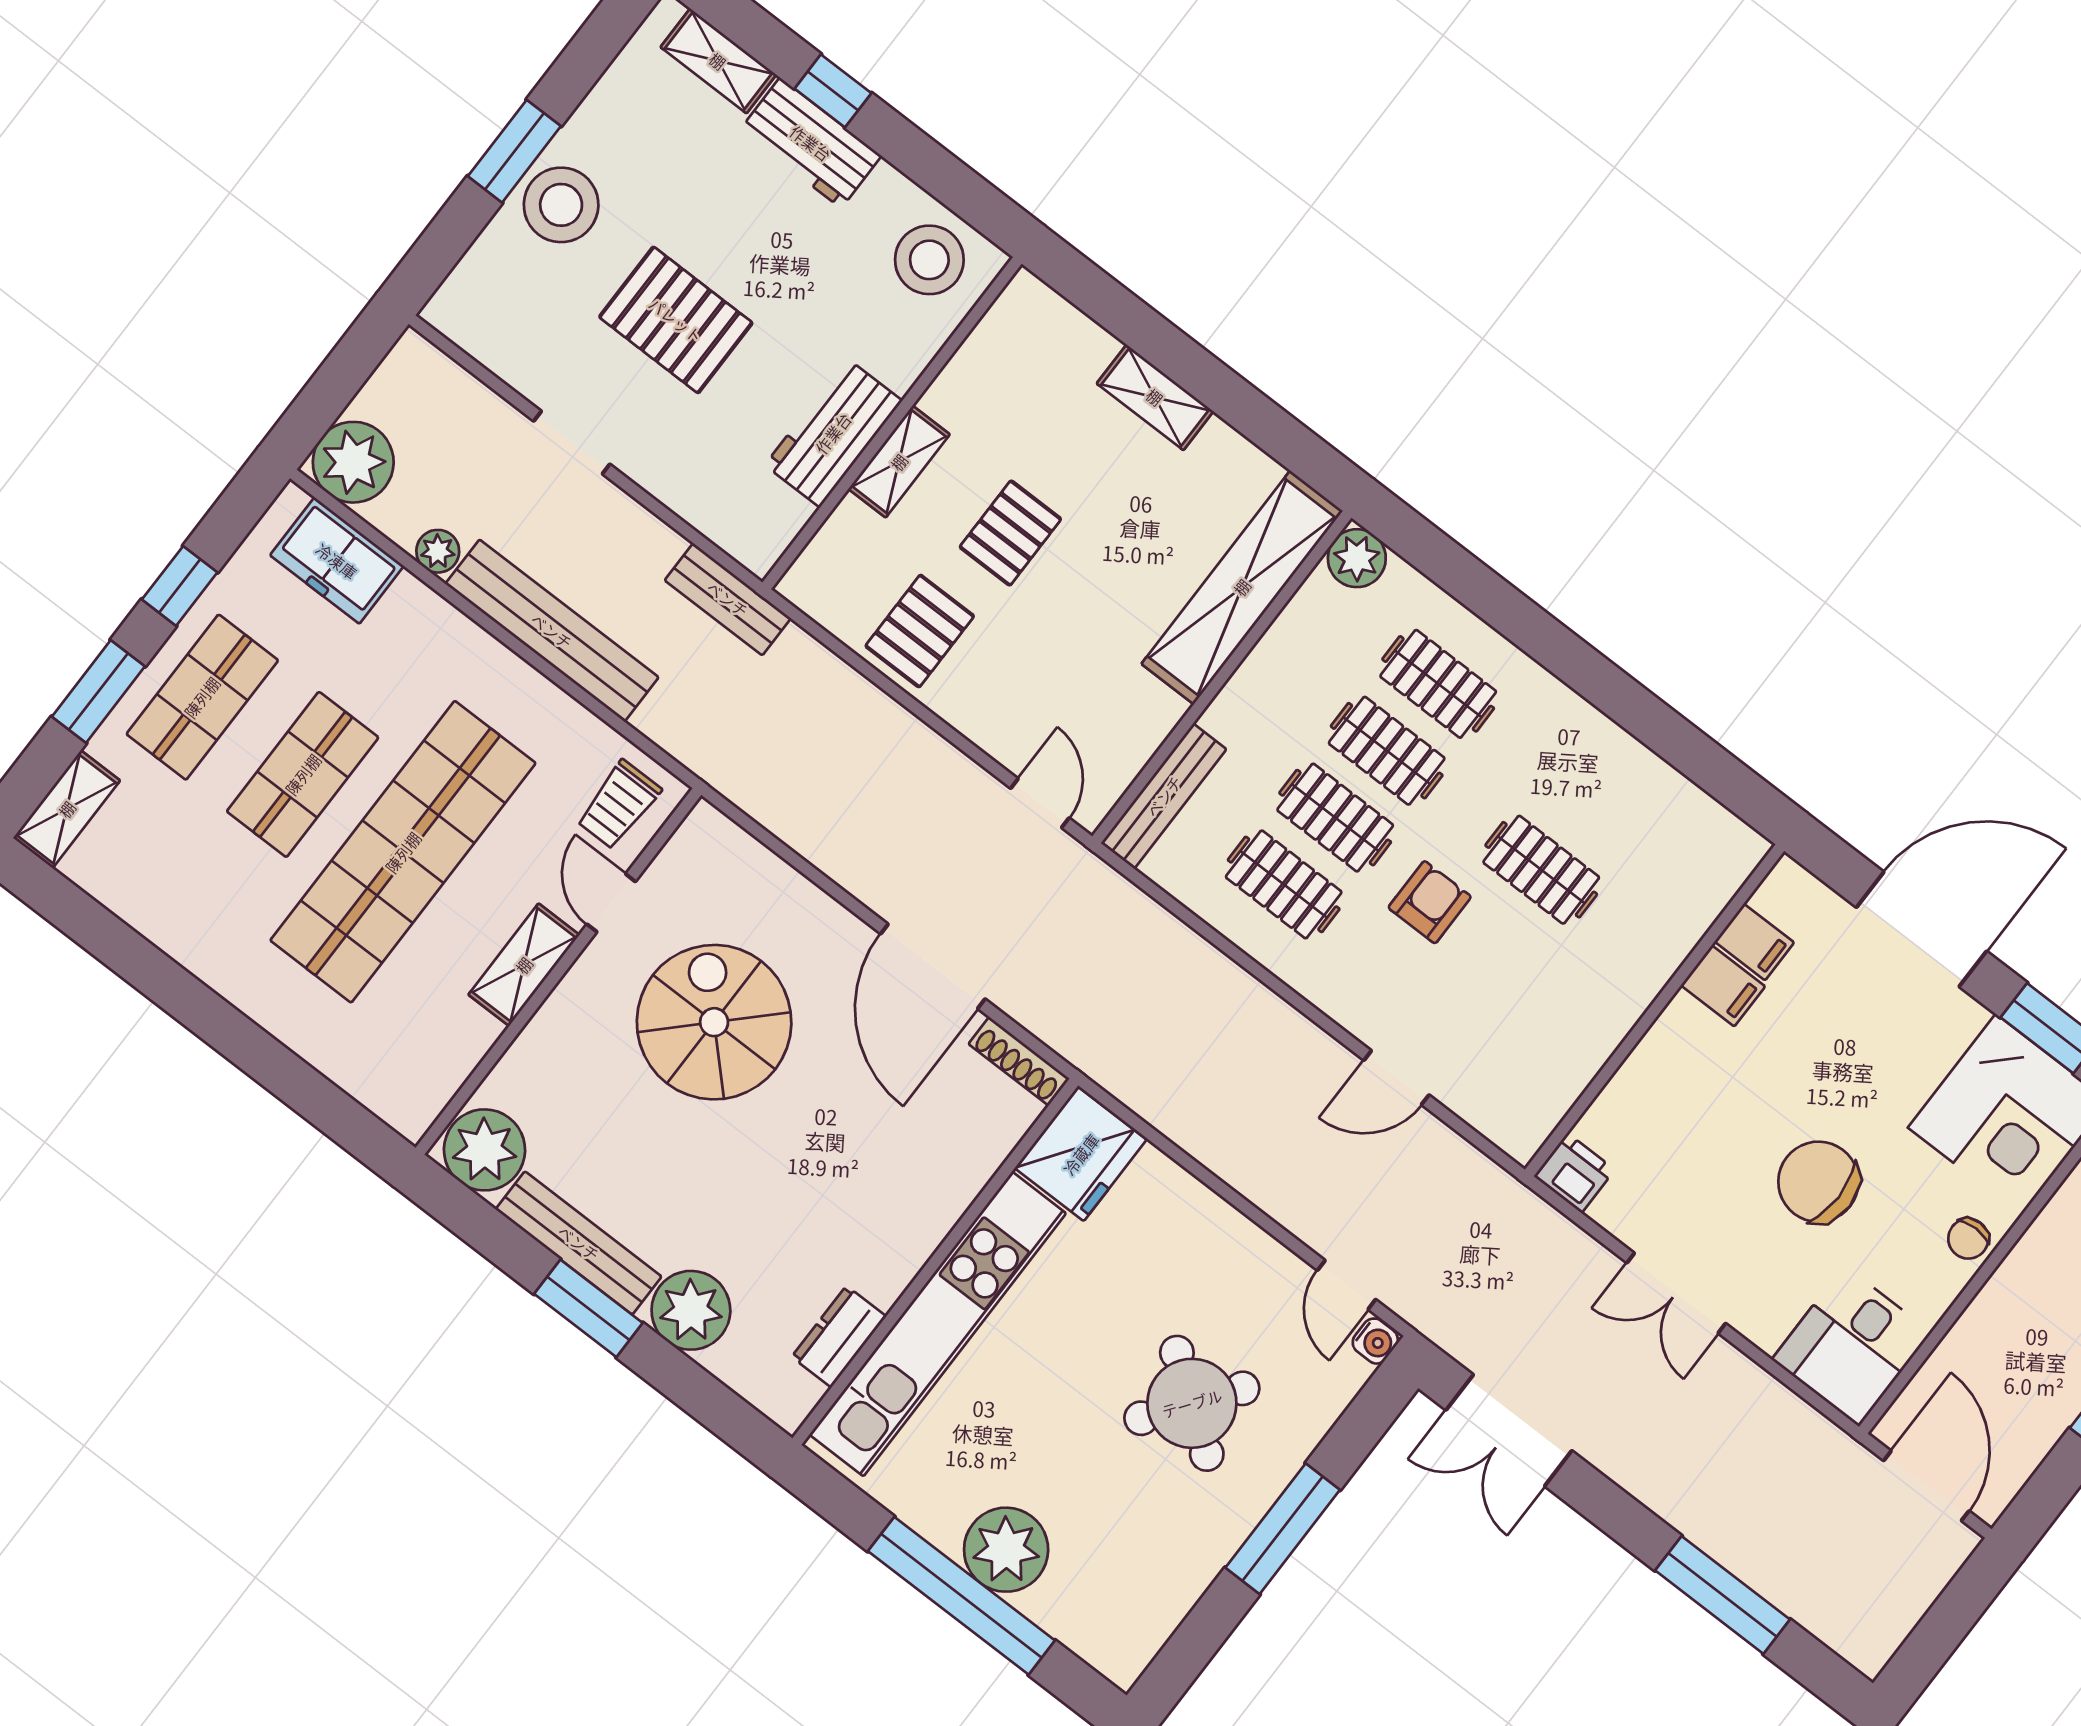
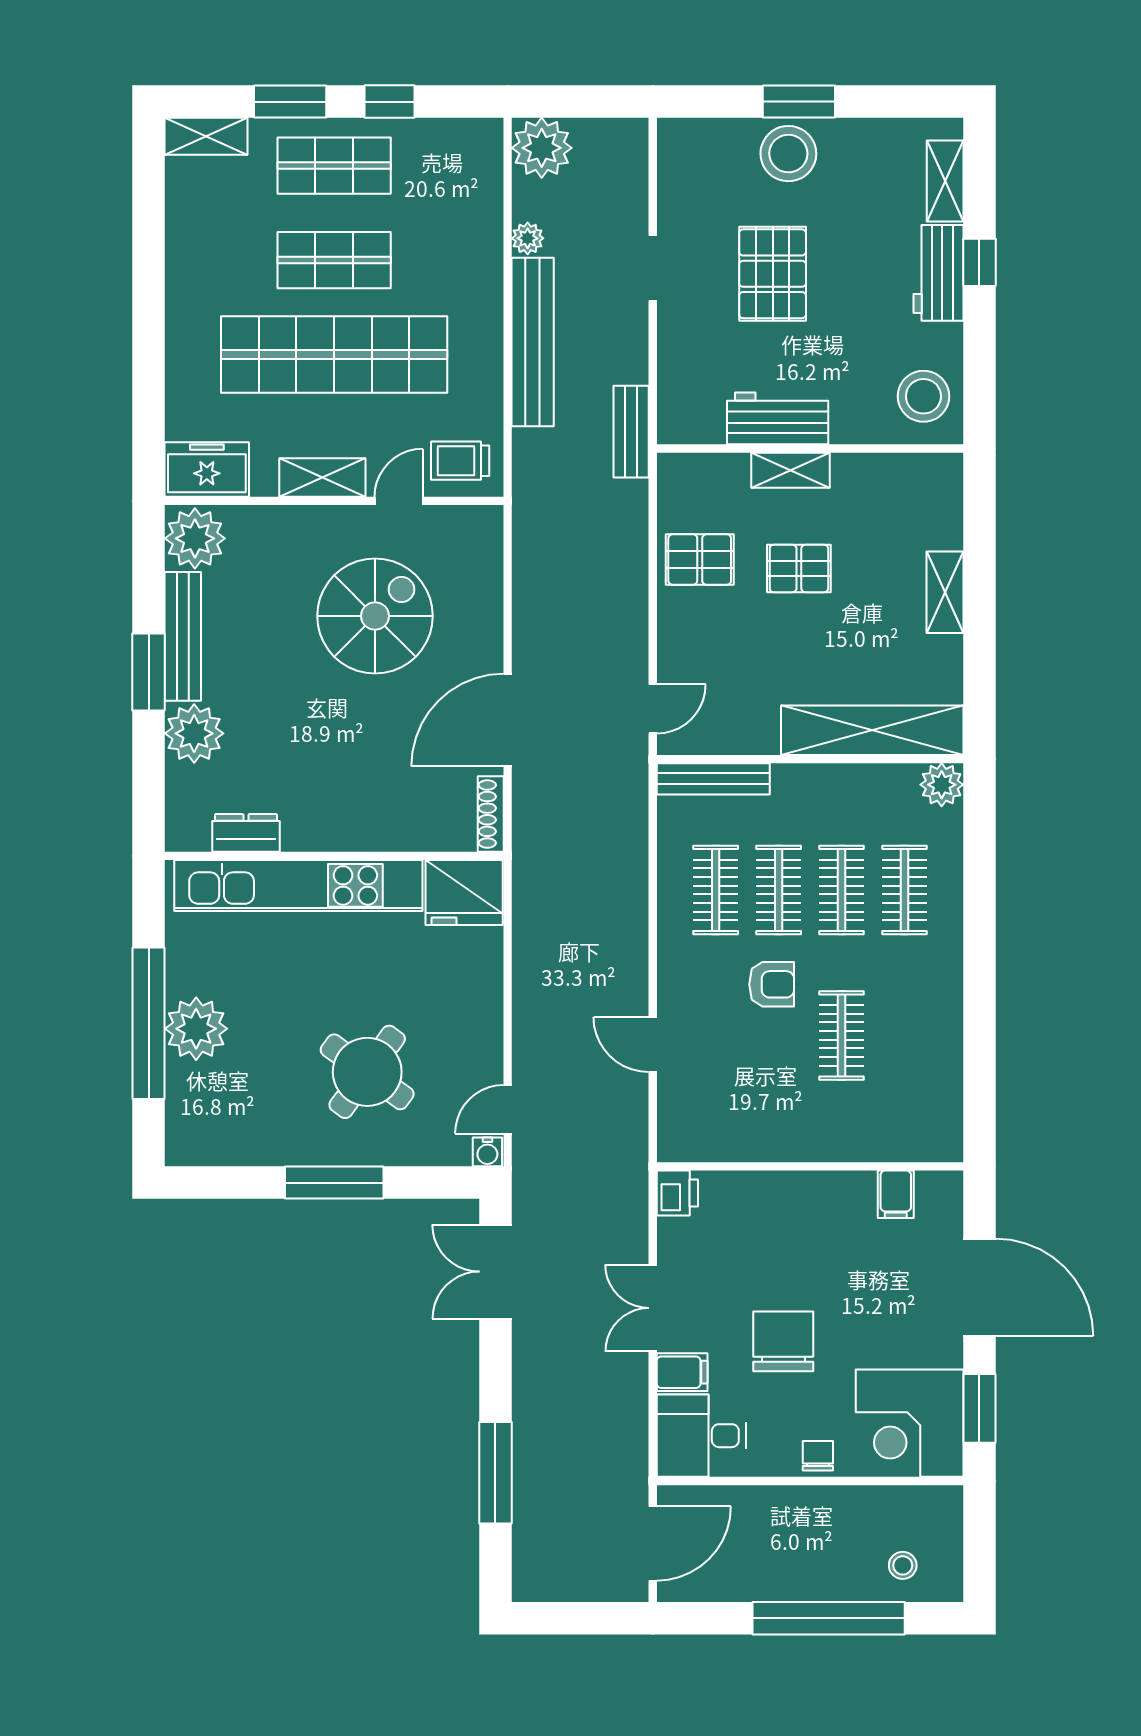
freezer: (337, 561) -> (207, 469), moved, turned 90
filing cabinet: (1723, 986) -> (682, 1372), moved, turned -90
chair: (1968, 1239) -> (818, 1456), turned 90

